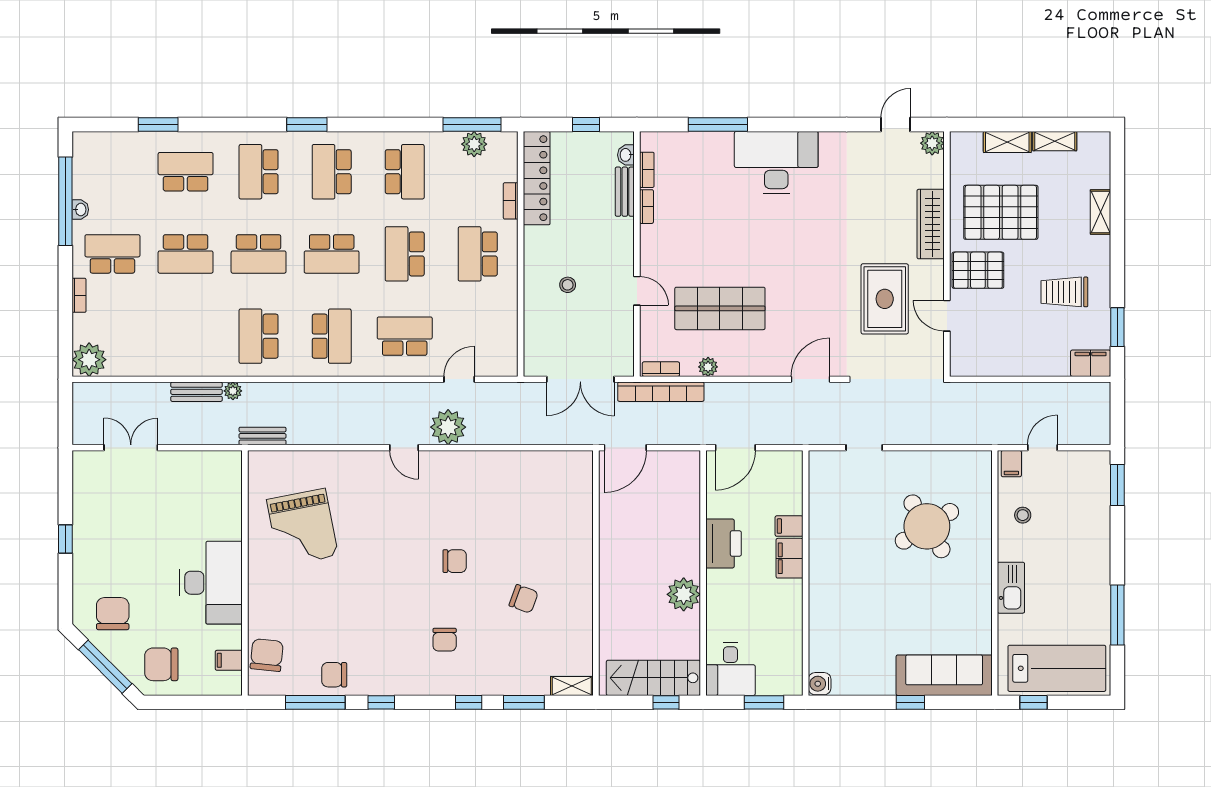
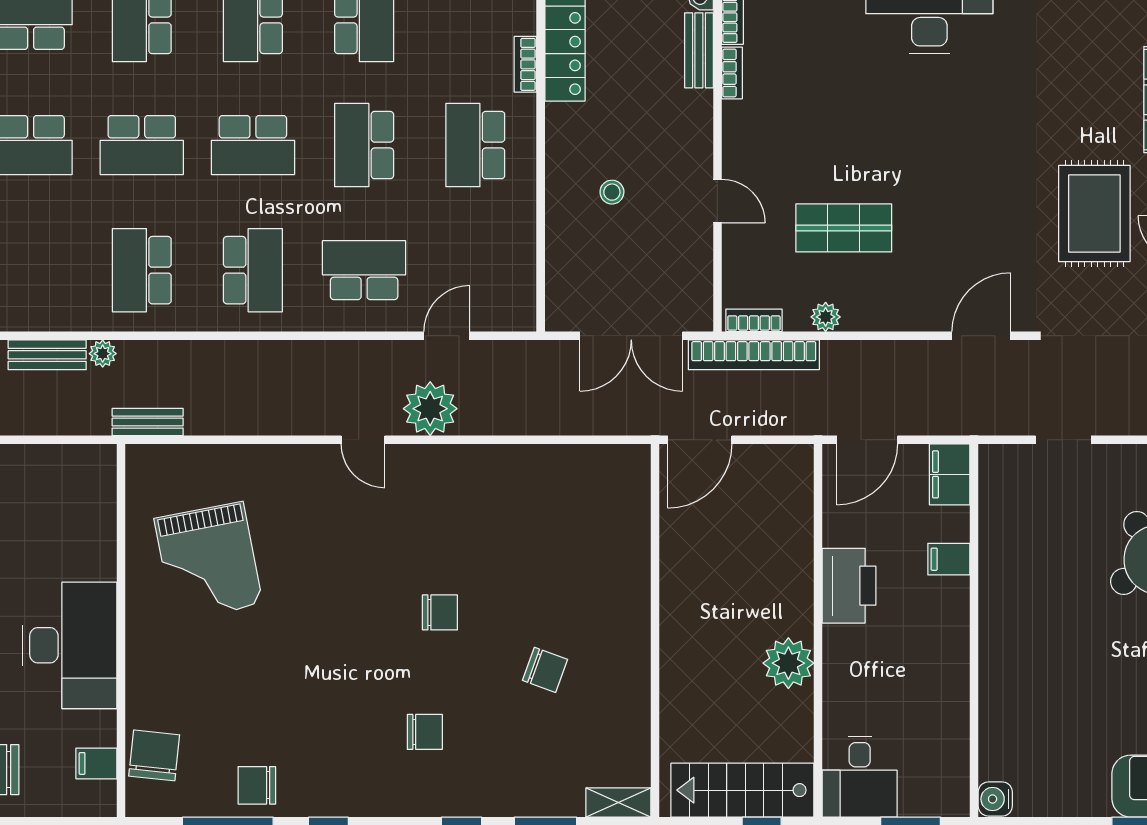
shop shelf: (720, 308) -> (844, 228), width x0.70, depth x0.74
filing cabinet: (790, 558) -> (950, 474), moved
chair: (445, 640) -> (425, 732), turned -90

